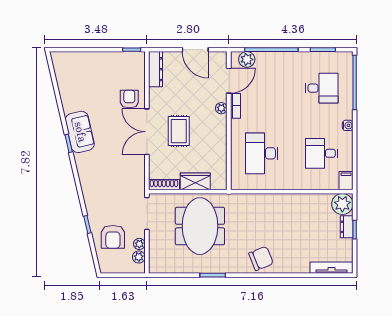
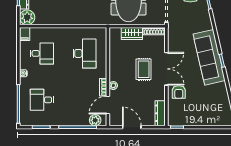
sofa: (80, 132) -> (209, 57), width x1.85, depth x1.27

